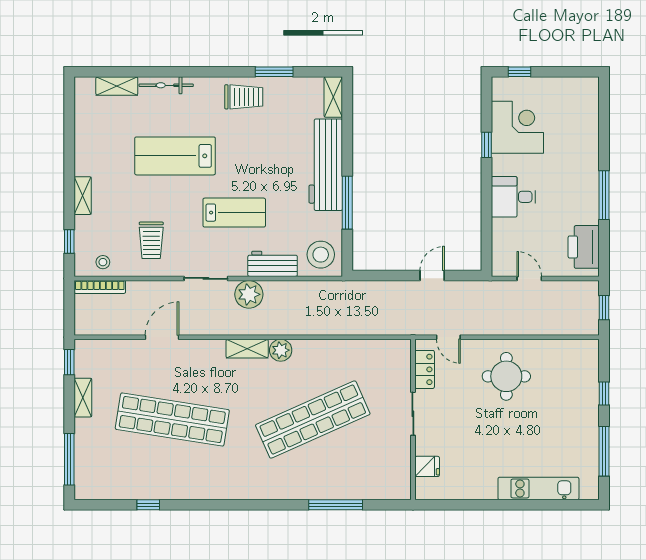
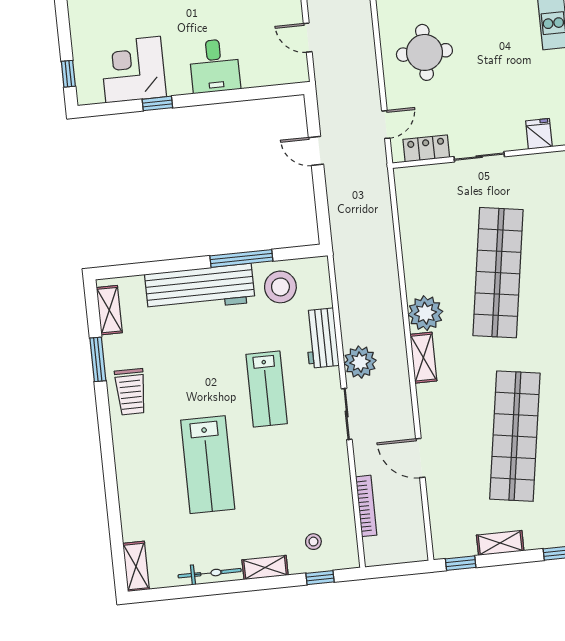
bicycle: (166, 85) -> (210, 573), moved, turned -90
shelving: (117, 86) -> (136, 566), moved
trolley: (244, 97) -> (131, 392), turned 180
shelving: (333, 97) -> (109, 310), moved, turned 90
lab bench: (234, 213) -> (267, 389), turned 180
trolley: (151, 240) -> (309, 482), removed
stool: (321, 255) -> (280, 287), moved
stool: (103, 262) -> (313, 542), moved
door: (529, 278) -> (308, 38), hinge flipped
bookcase: (100, 287) -> (366, 506), moved
plant: (281, 350) -> (425, 313), width x1.36, depth x1.36
shop shelf: (313, 420) -> (498, 273), turned 33

